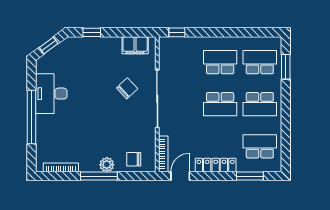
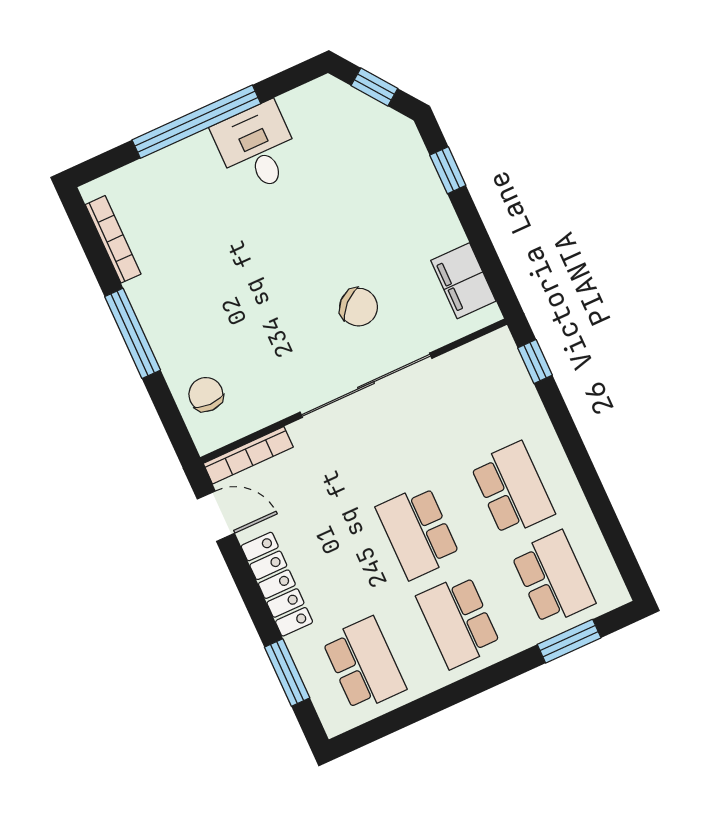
desk: (51, 94) -> (257, 148), width x0.73
plant: (107, 165) -> (167, 340), removed

